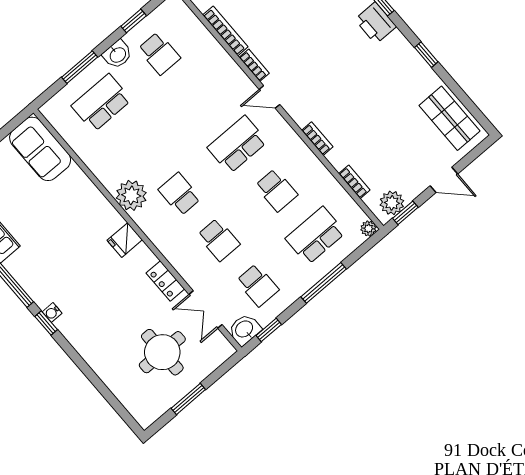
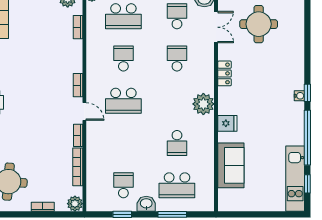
bookcase: (317, 139) -> (78, 85), moved
sofa: (40, 149) -> (231, 165), moved
school desk: (180, 194) -> (177, 143), moved
plant: (131, 195) -> (203, 104), moved
fridge: (125, 240) -> (227, 123), moved
locker: (165, 281) -> (224, 73), moved

